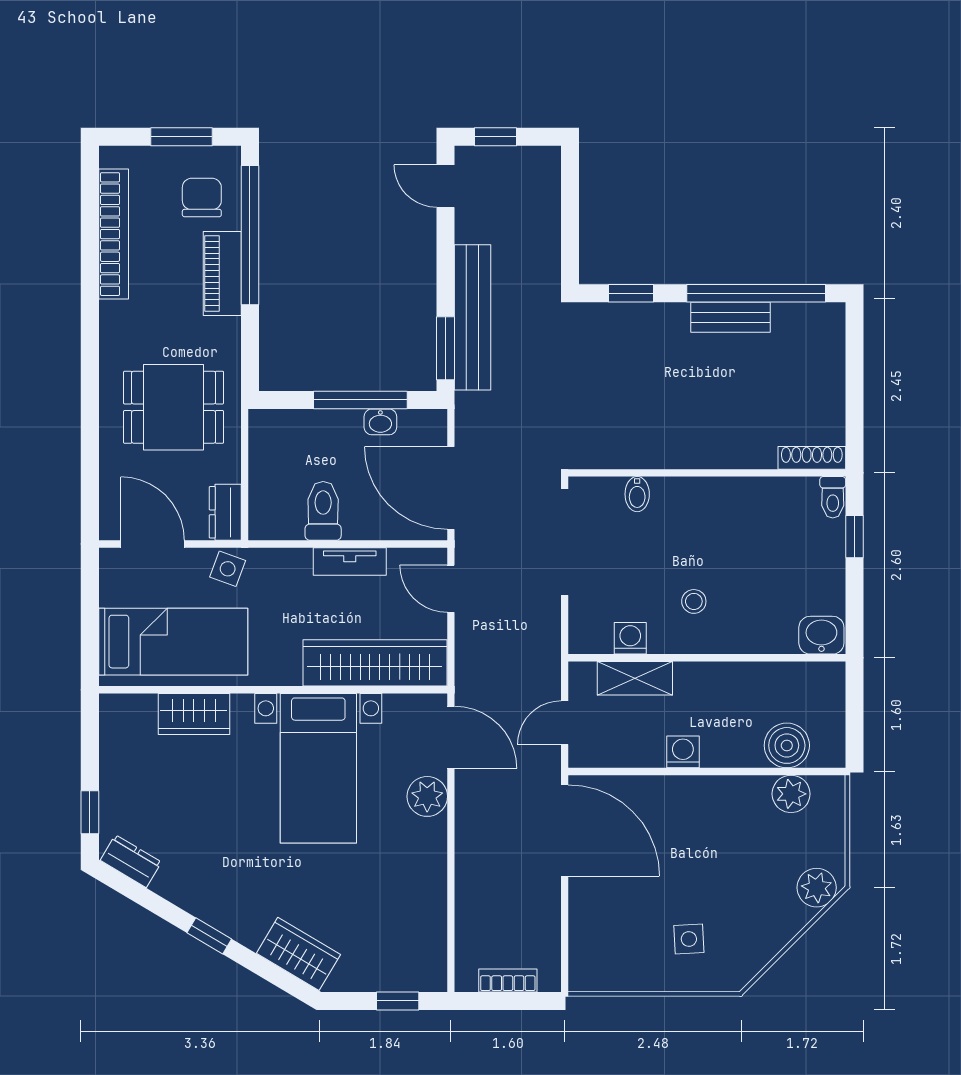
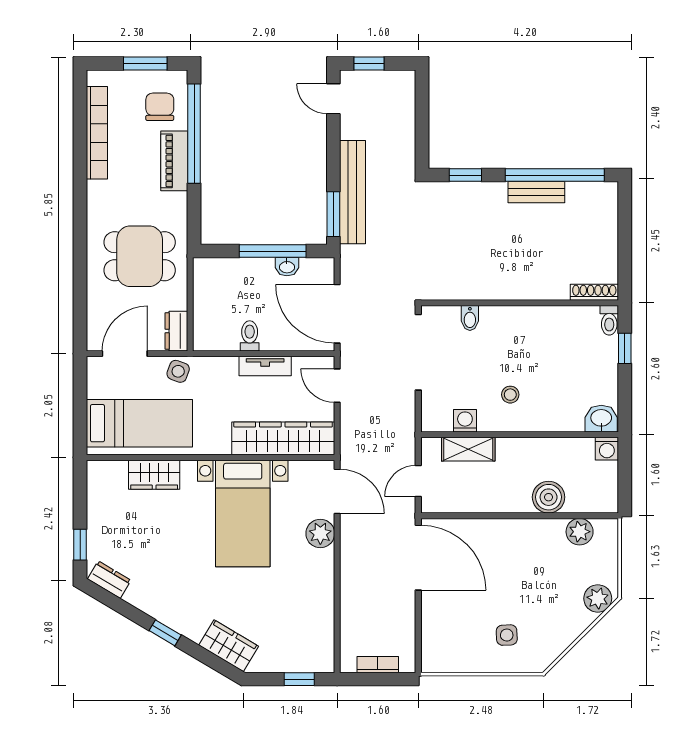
toilet: (323, 511) -> (250, 336), width x0.73, depth x0.72
door: (153, 544) -> (125, 354), hinge flipped
boiler: (787, 745) -> (549, 497), moved
washing machine: (683, 752) -> (607, 449), moved, turned 180

